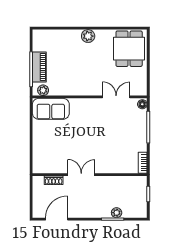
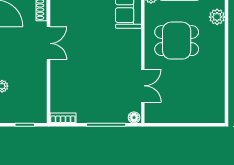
plant: (88, 36) -> (217, 17), moved
dining table: (129, 49) -> (177, 41), moved

